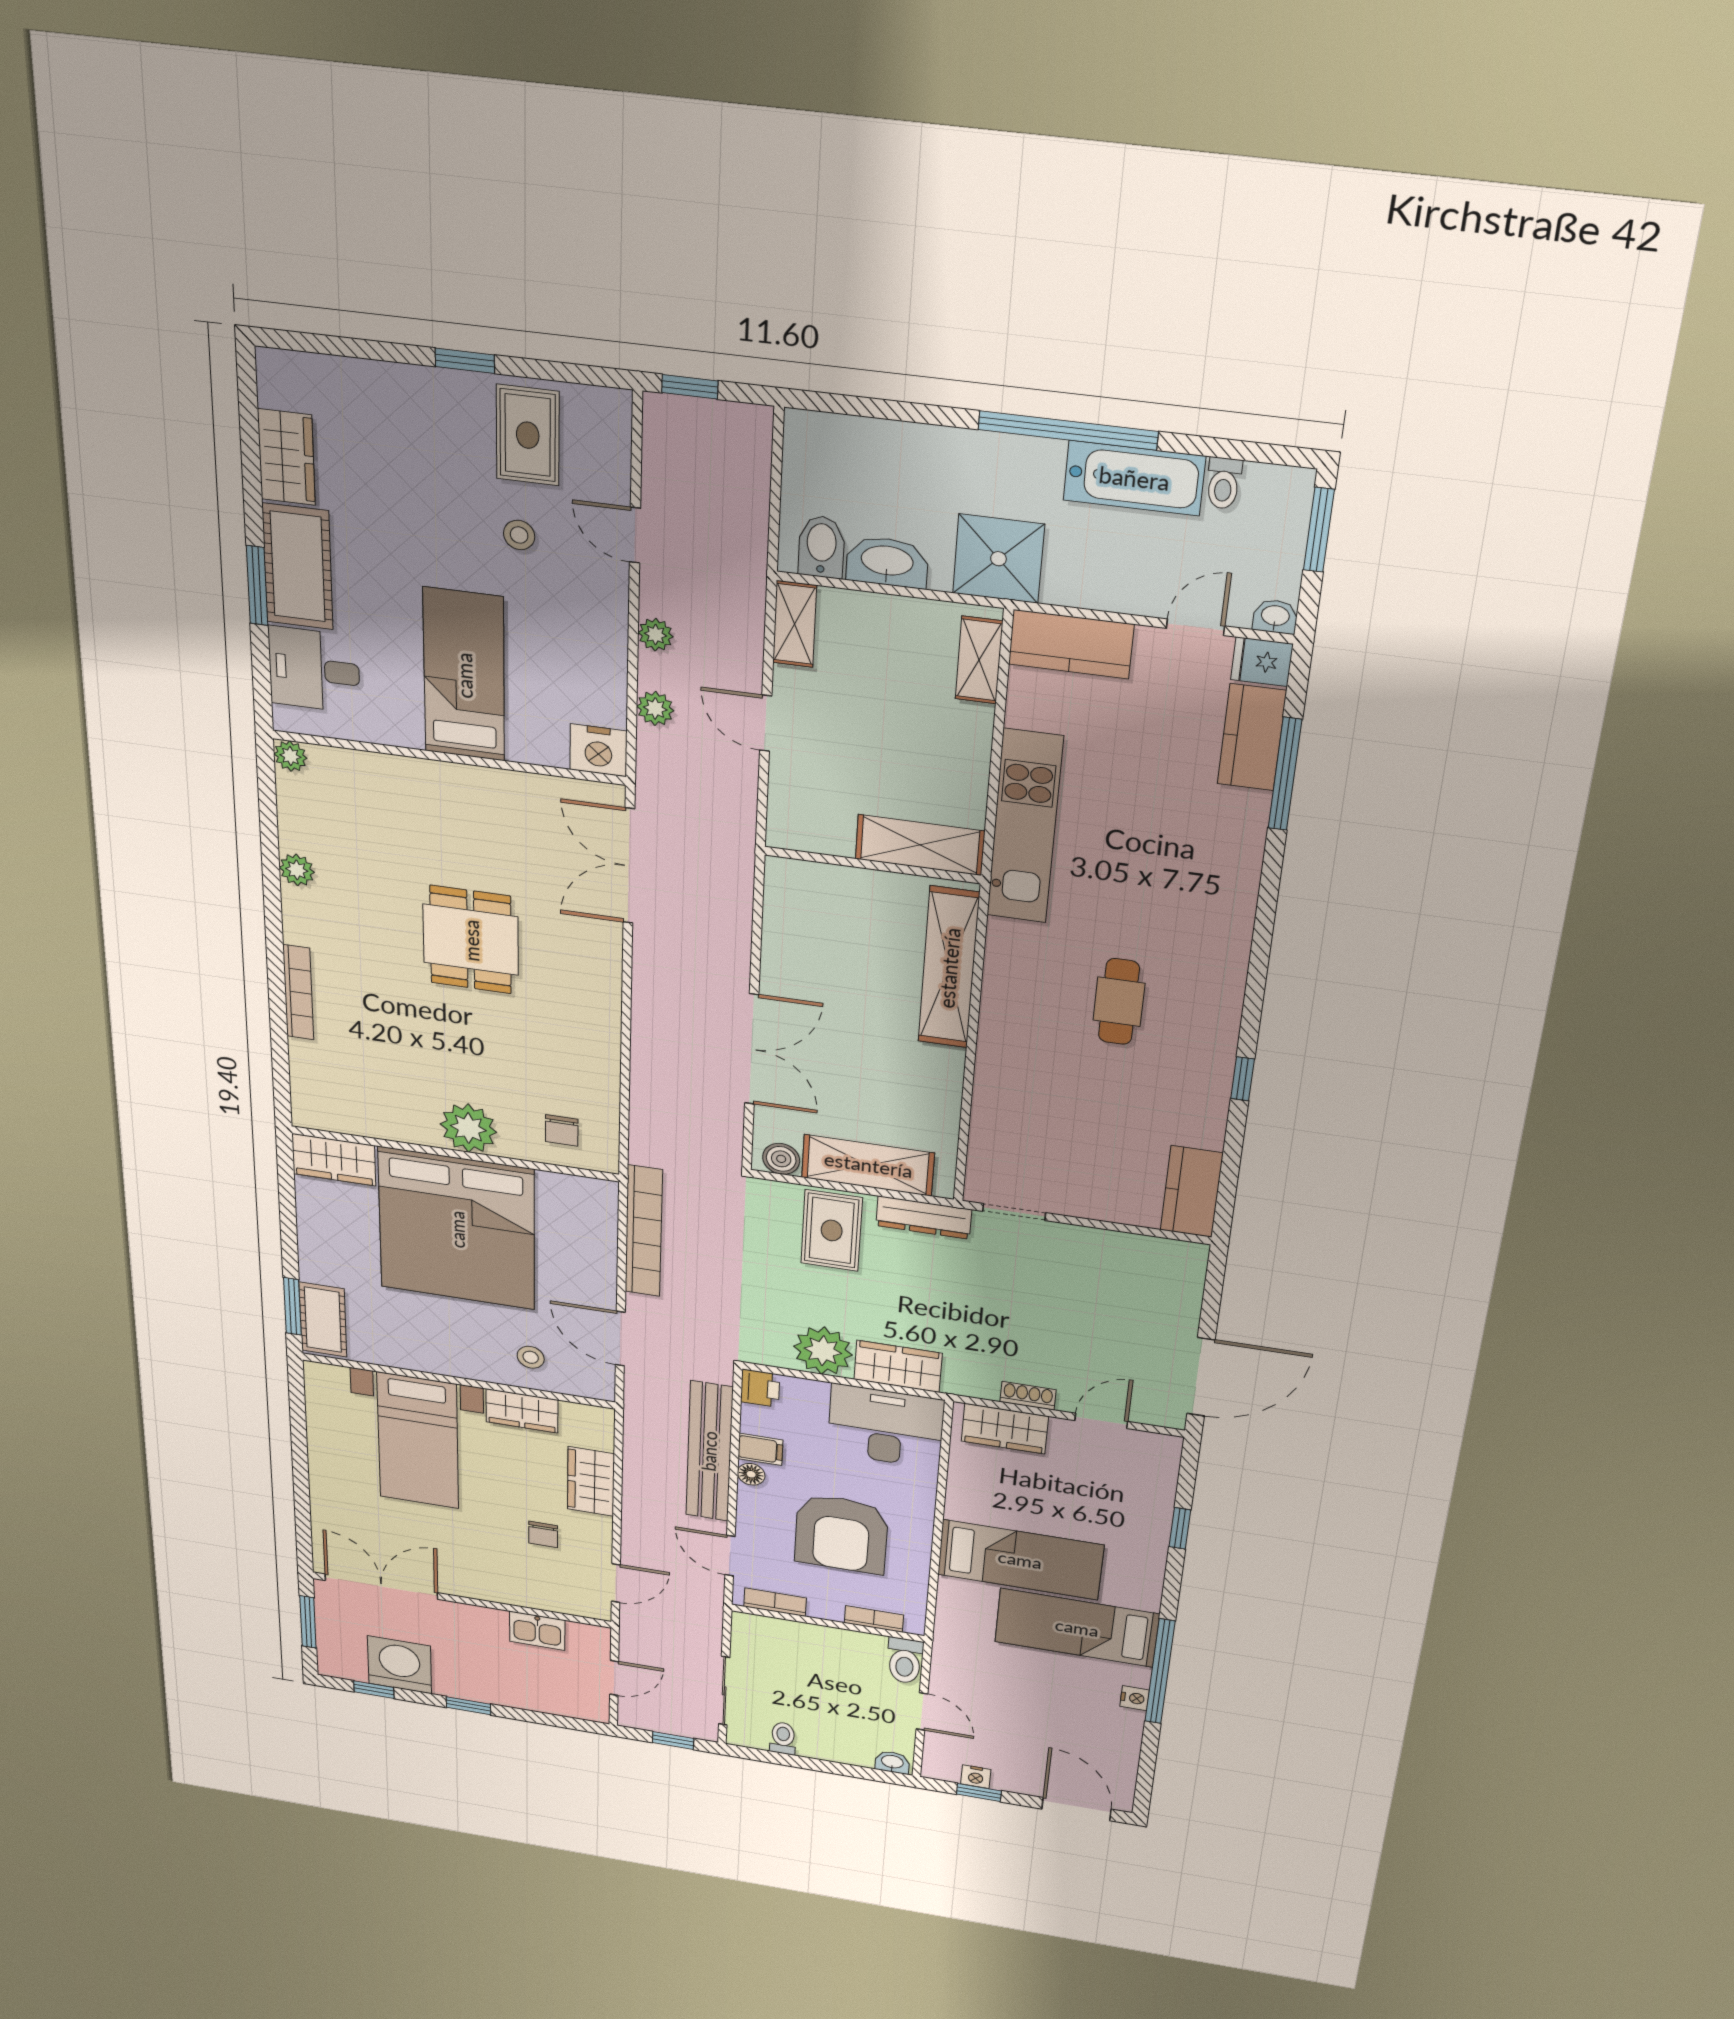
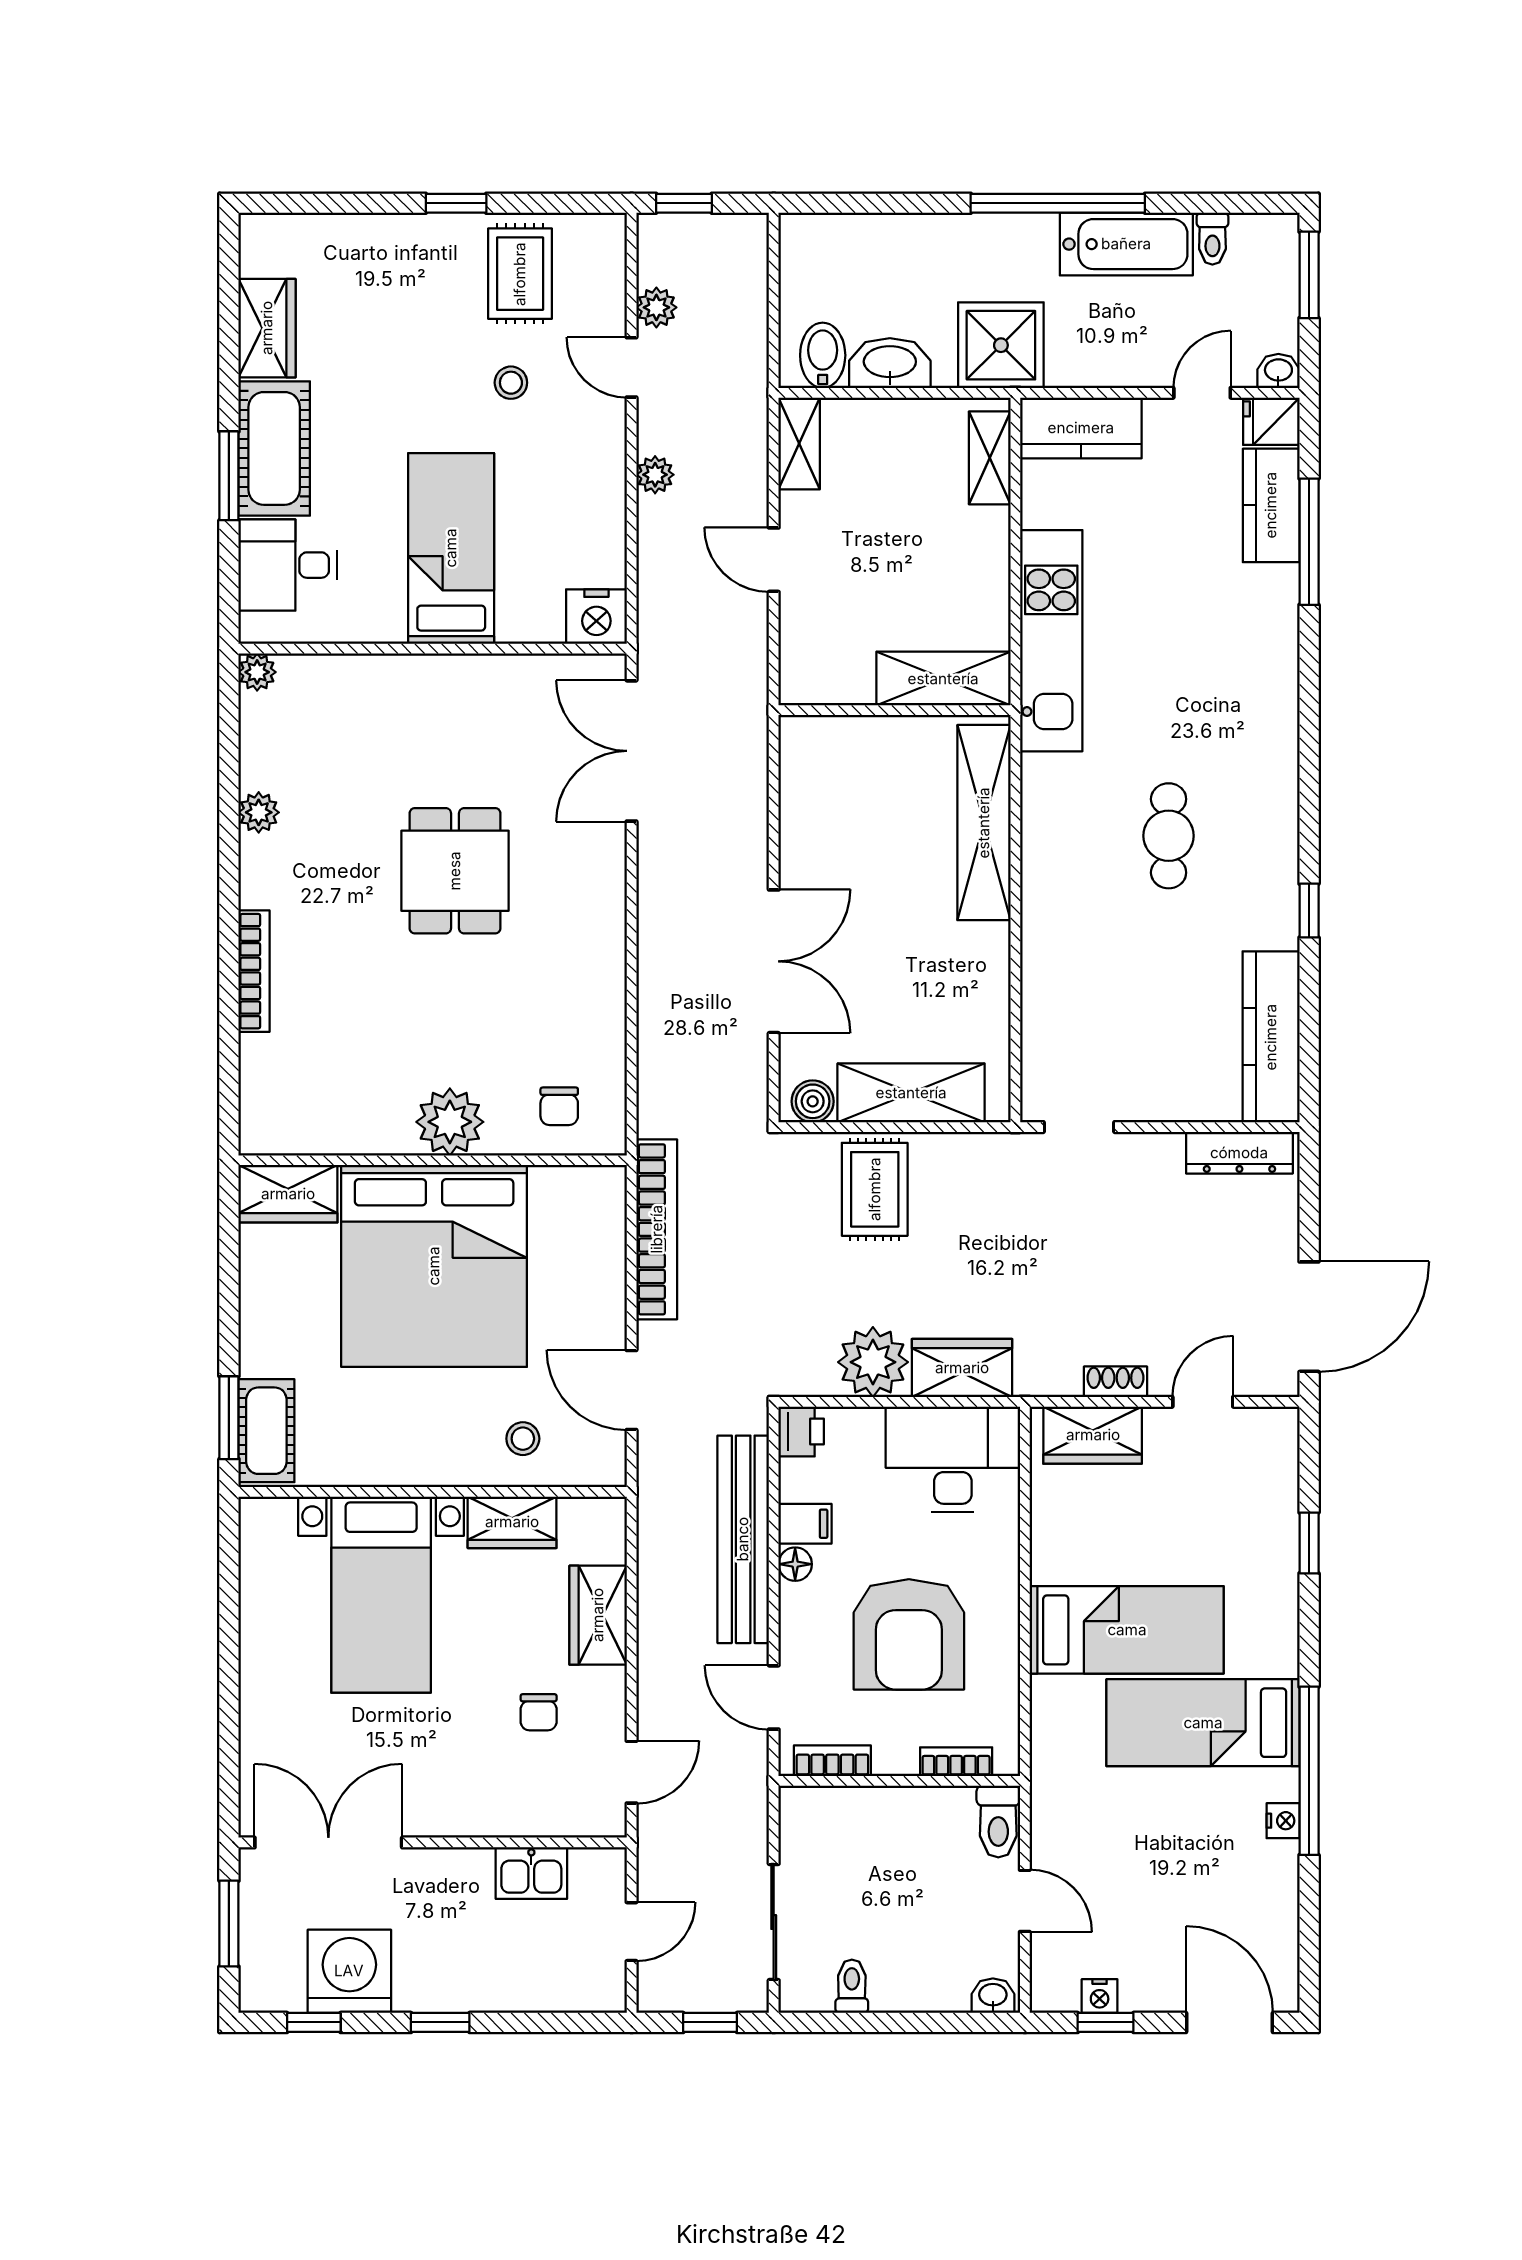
plant: (655, 708) -> (656, 307), moved
kitchen counter: (1192, 1192) -> (1271, 1037), width x1.50
dresser: (924, 1218) -> (1239, 1153), moved

